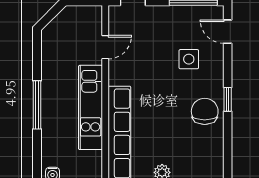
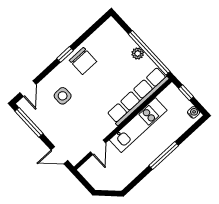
door: (105, 47) -> (98, 147), swing flipped
chair: (205, 111) -> (83, 61), turned -90

